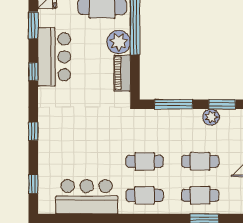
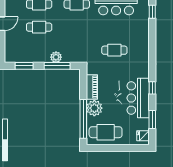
plant: (211, 117) -> (56, 57), moved
window: (33, 131) -> (152, 48), removed
cafe table: (145, 161) -> (114, 50), moved

